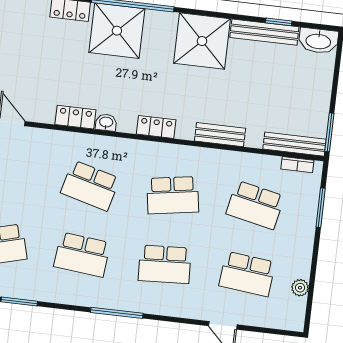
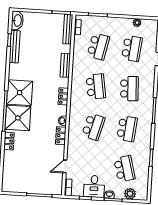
shower: (202, 41) -> (20, 93), moved

